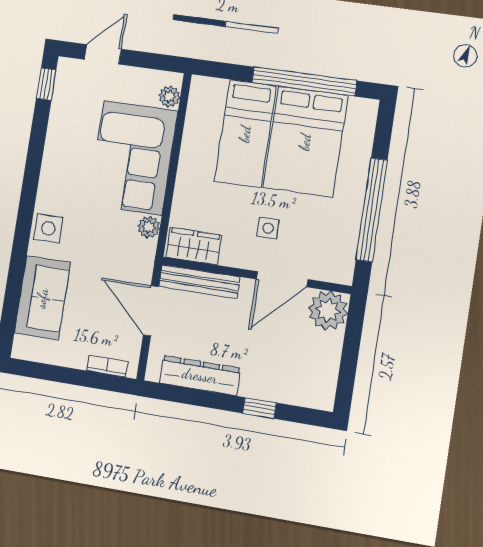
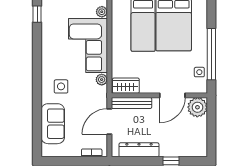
side table: (48, 228) -> (61, 86), moved
side table: (268, 228) -> (199, 72), moved
door: (151, 311) -> (109, 121), hinge flipped

